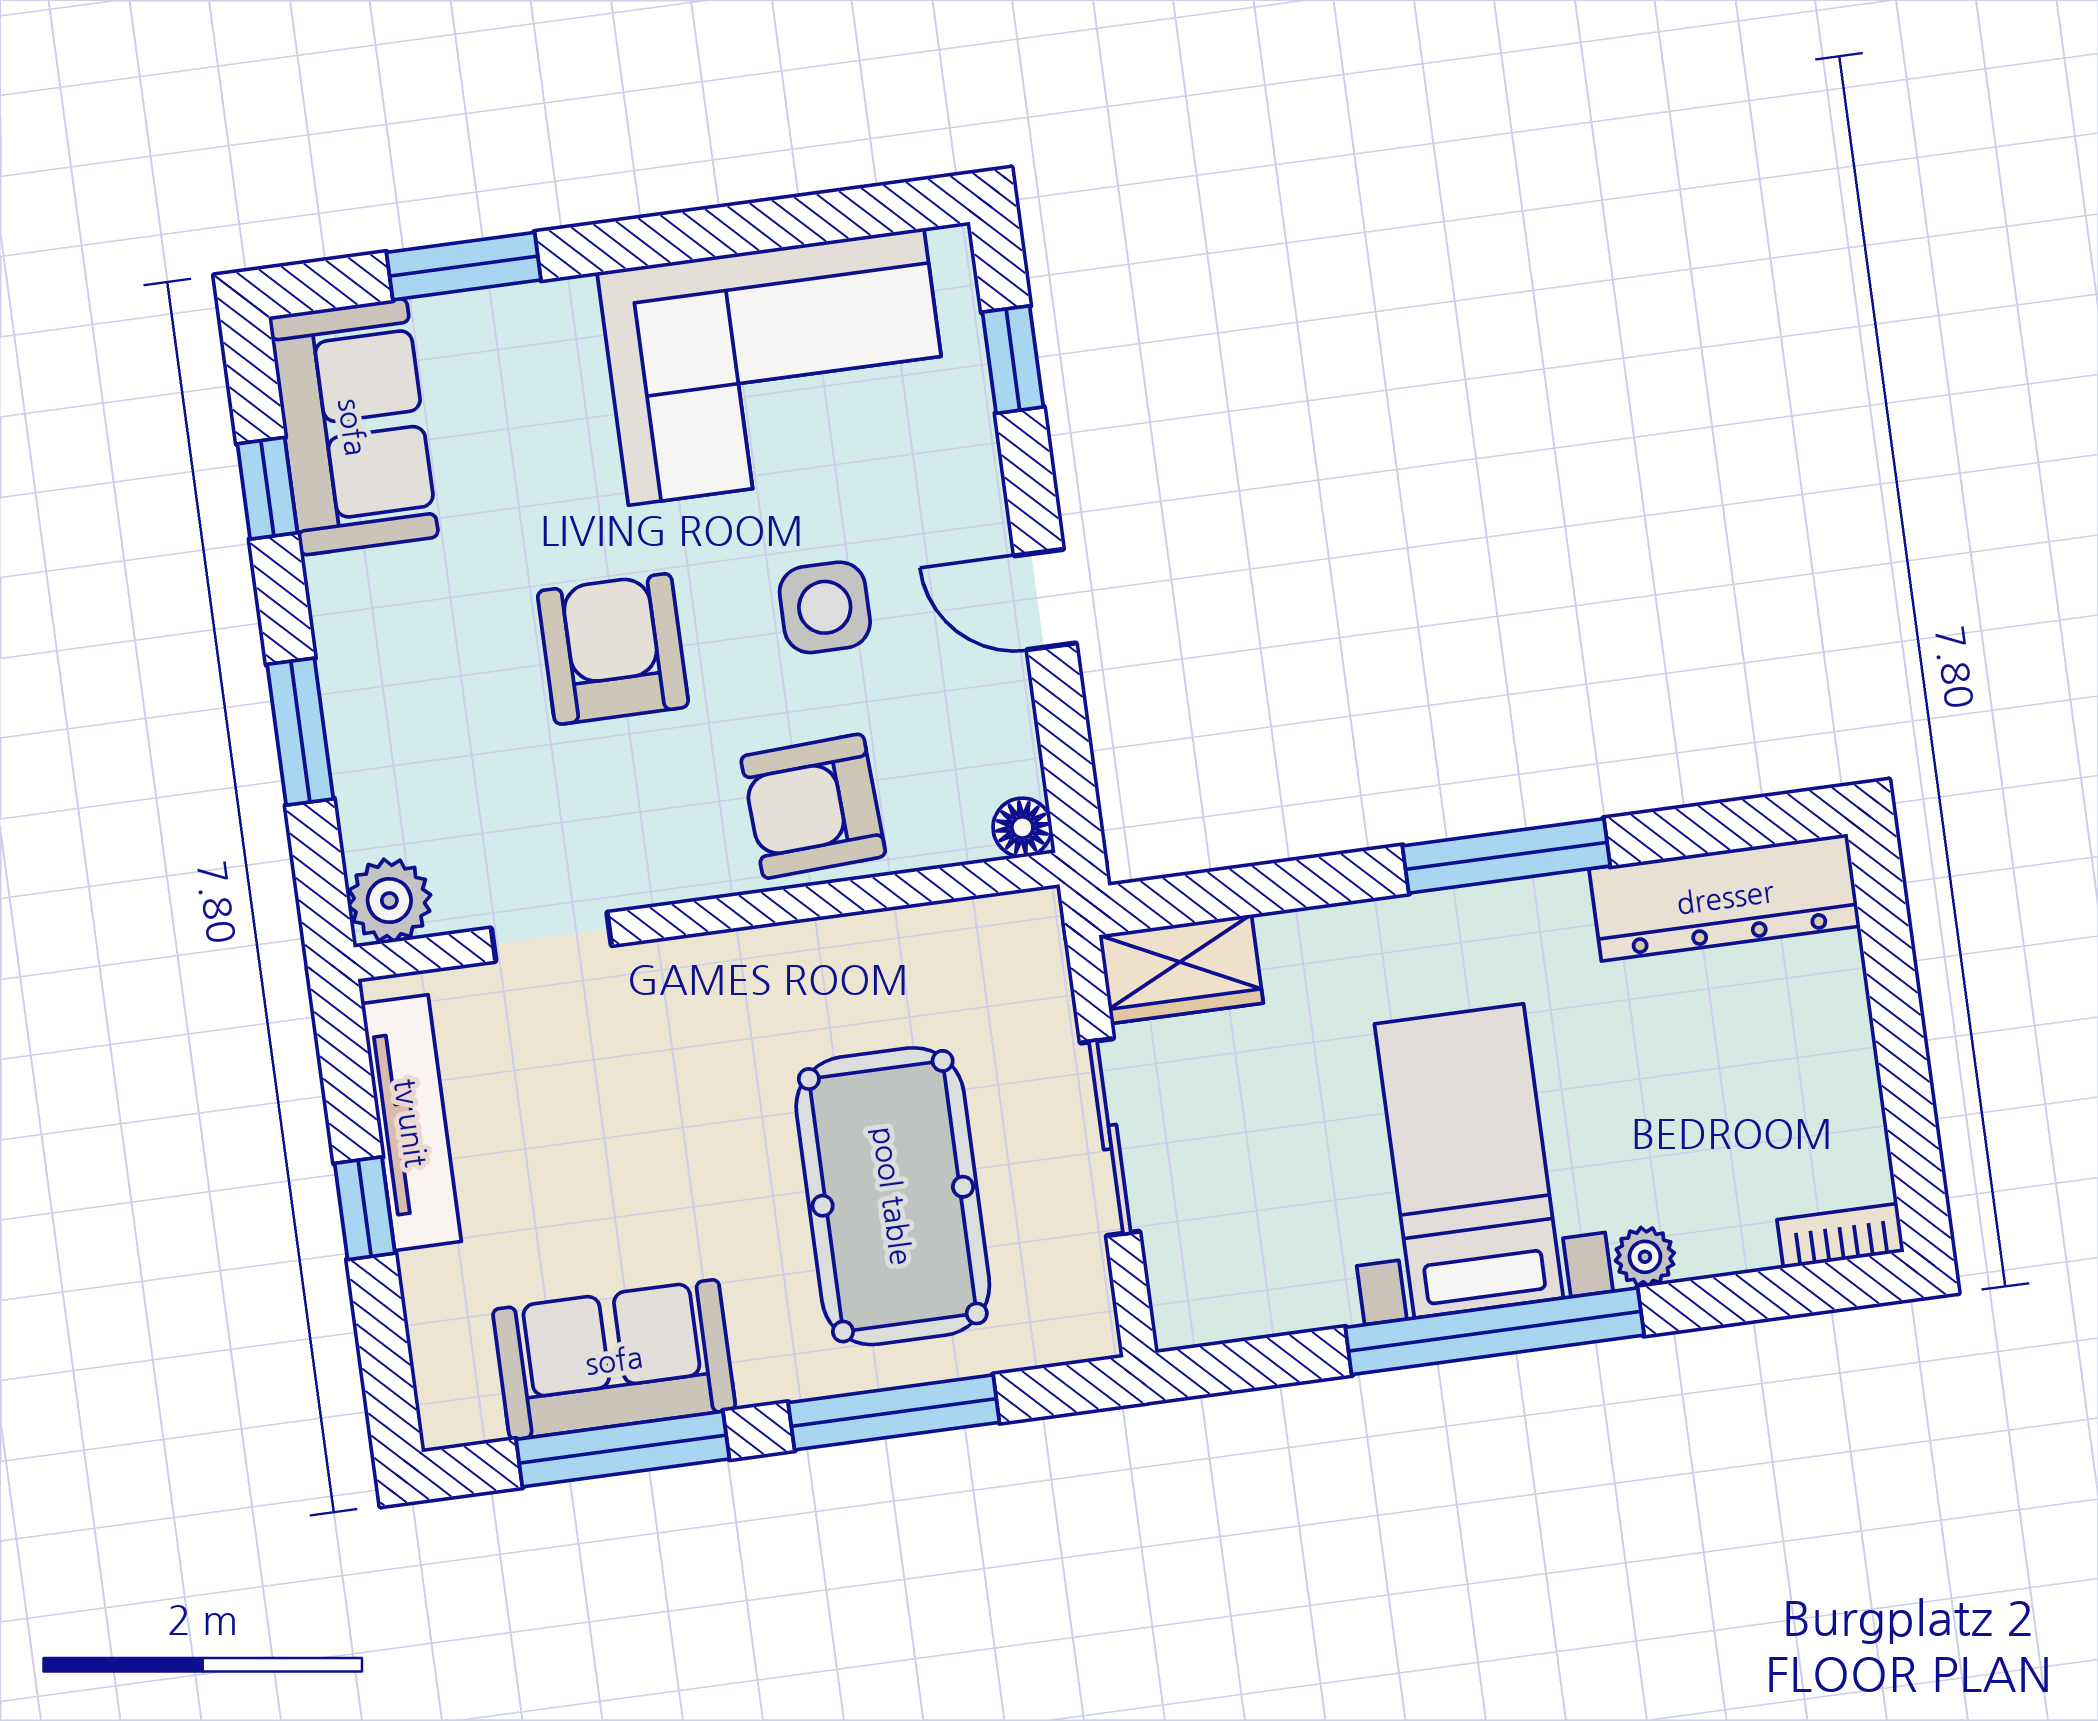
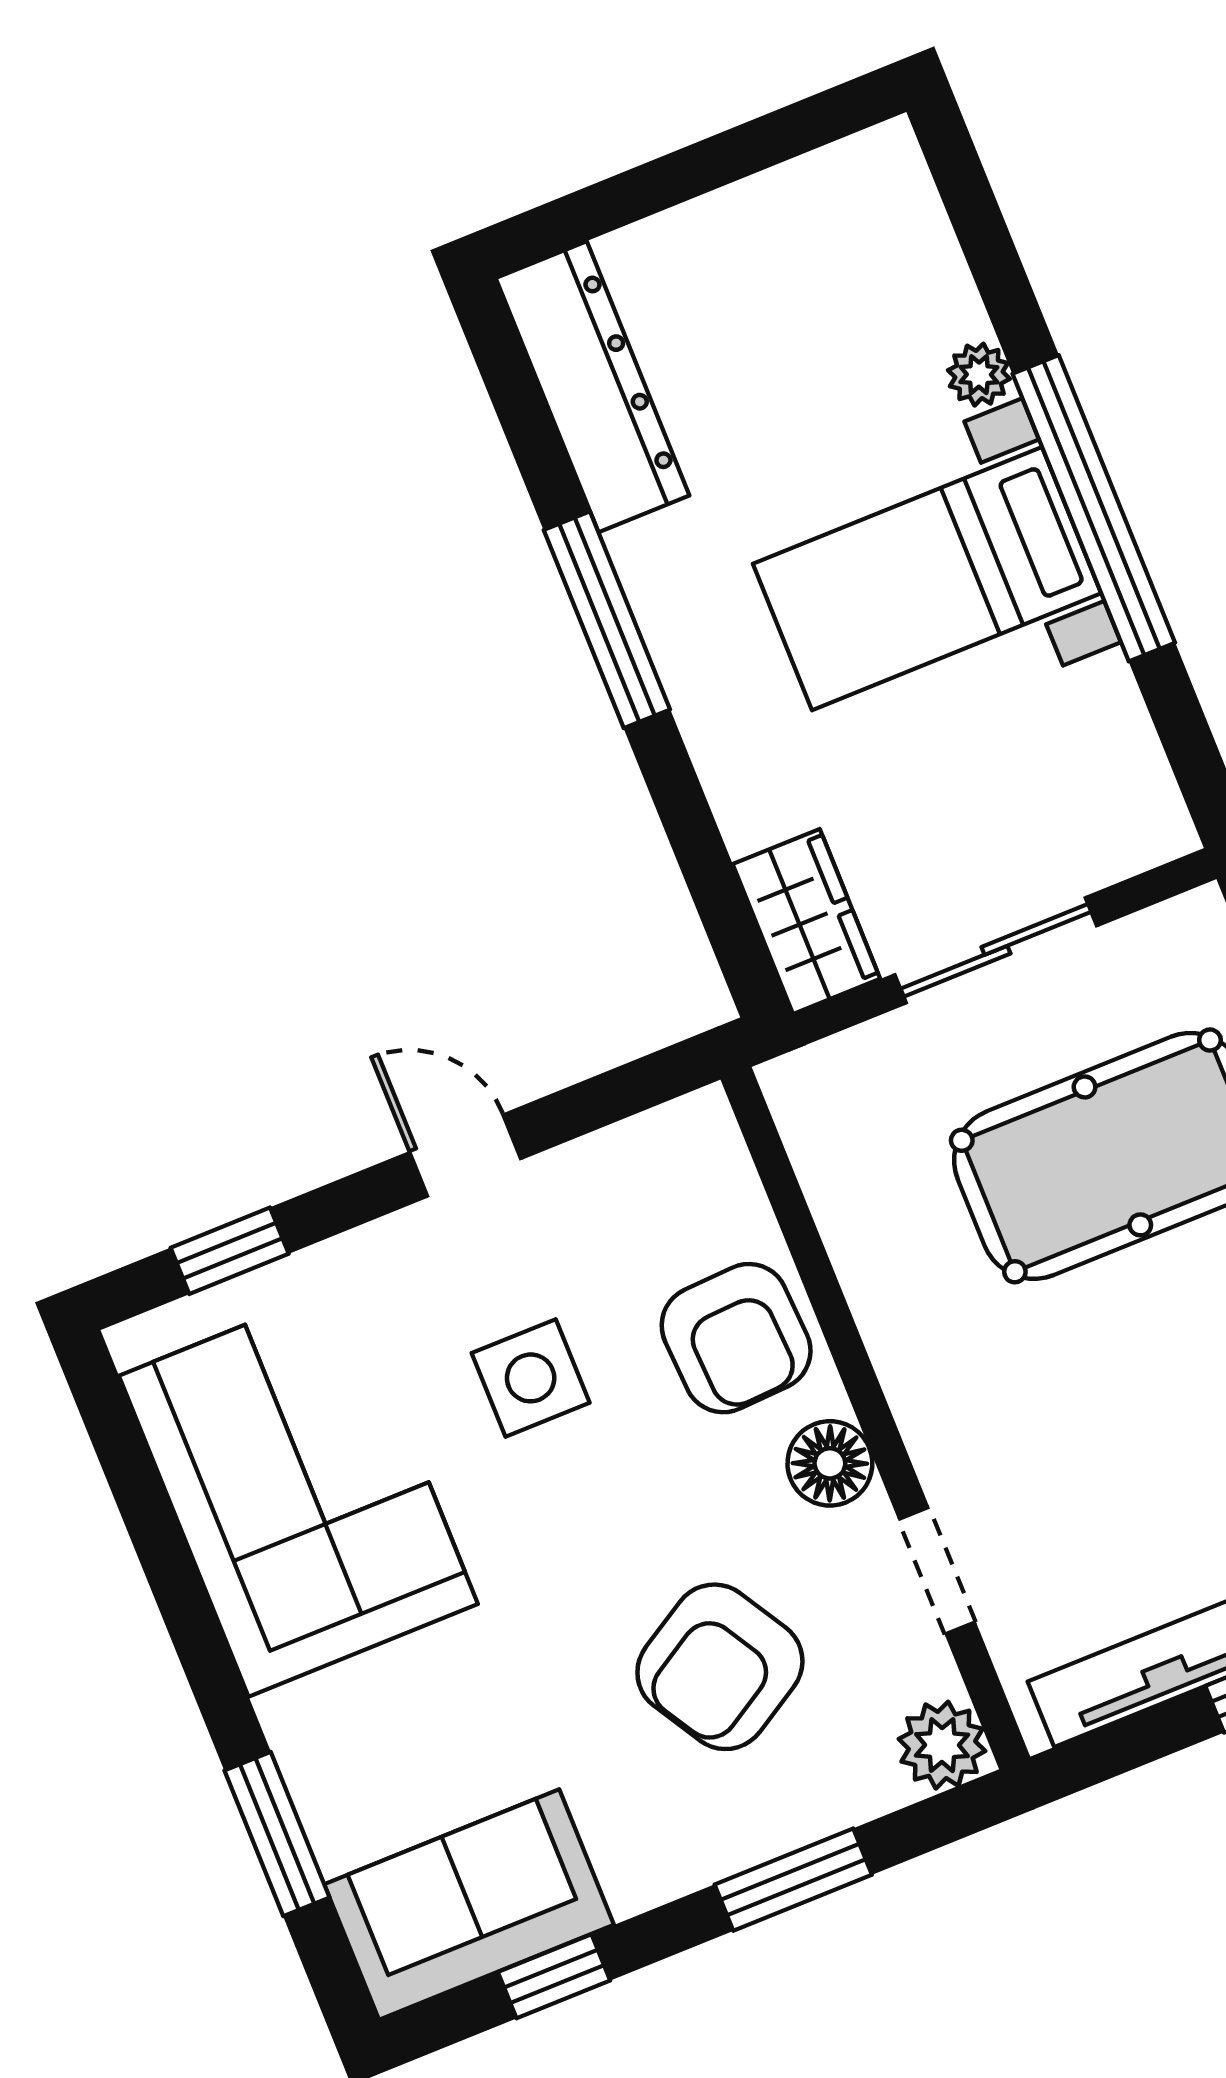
door: (1045, 599) -> (465, 1156), swing flipped
armchair: (613, 649) -> (720, 1667), moved, turned -31
floor lamp: (1022, 827) -> (830, 1463), moved, width x1.37, depth x1.37
bookcase: (1841, 1236) -> (907, 181), removed

